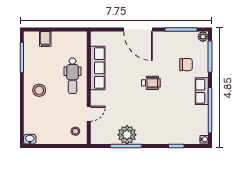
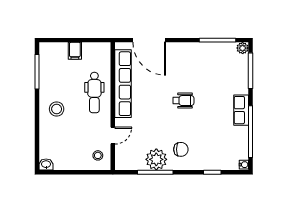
door: (138, 30) -> (149, 40), moved
filing cabinet: (45, 39) -> (75, 51), moved
chair: (186, 65) -> (181, 149), moved
row of seats: (98, 68) -> (123, 84), width x1.36

